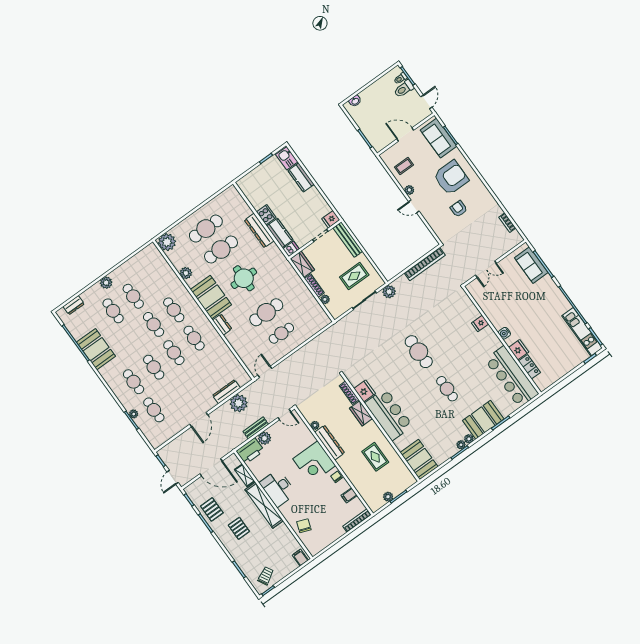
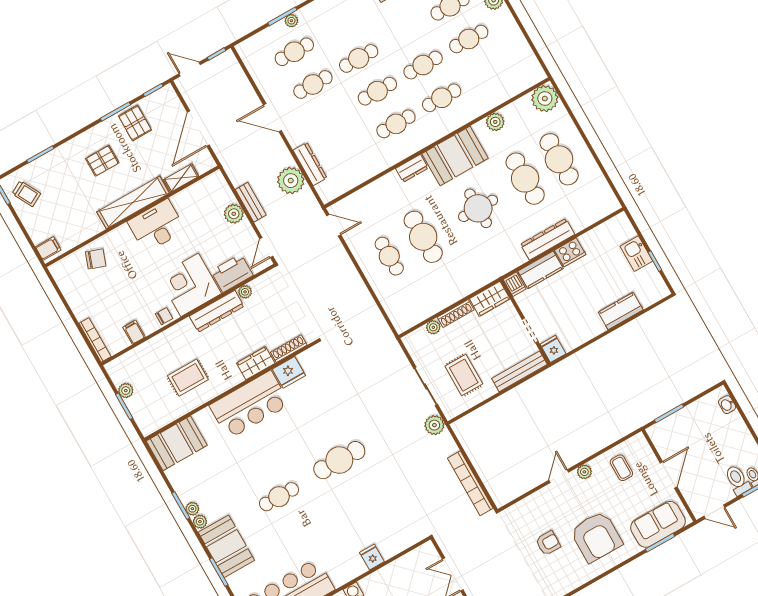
kitchen sink: (287, 158) -> (636, 254), moved, turned -90
cafe table: (134, 382) -> (313, 84), moved
printer: (250, 451) -> (232, 273), moved, turned 90
pallet: (212, 509) -> (135, 123), turned 90

